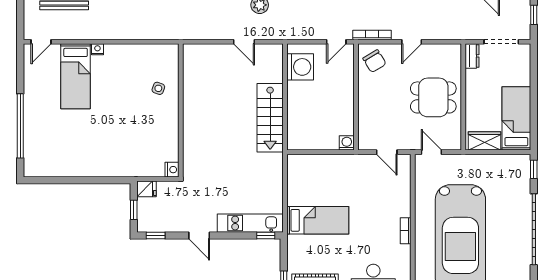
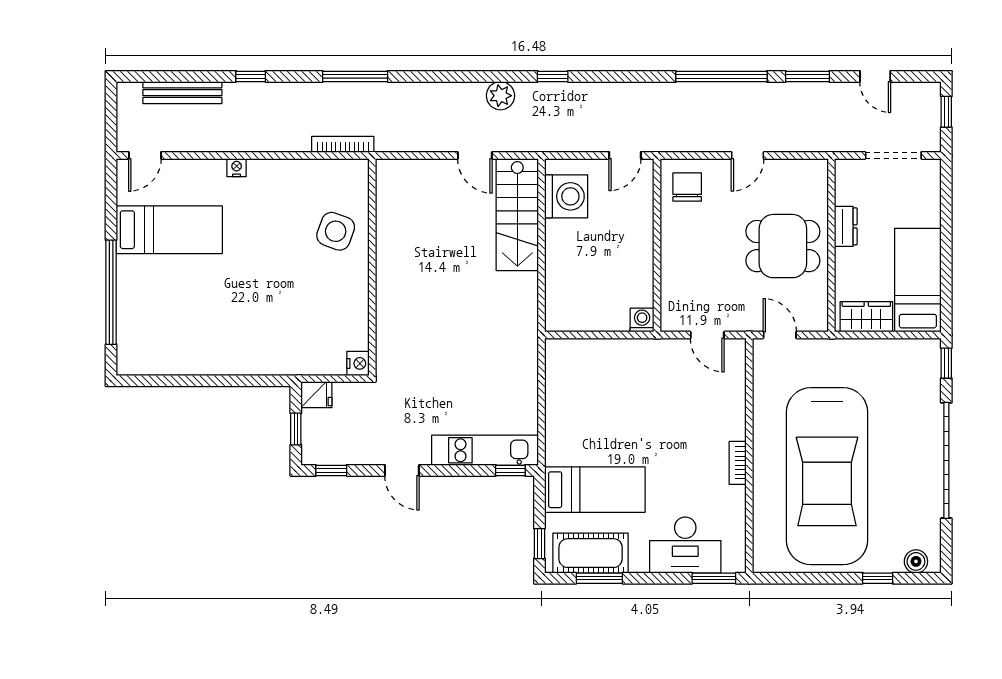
bookcase: (372, 35) -> (343, 144), moved
dresser: (472, 56) -> (846, 226), moved
chair: (374, 61) -> (687, 187), turned -149
bed: (76, 76) -> (169, 230), moved, turned -90
side table: (158, 88) -> (336, 231), width x1.87, depth x1.87
stairs: (270, 118) -> (517, 215), moved
bed: (318, 220) -> (595, 490), moved

